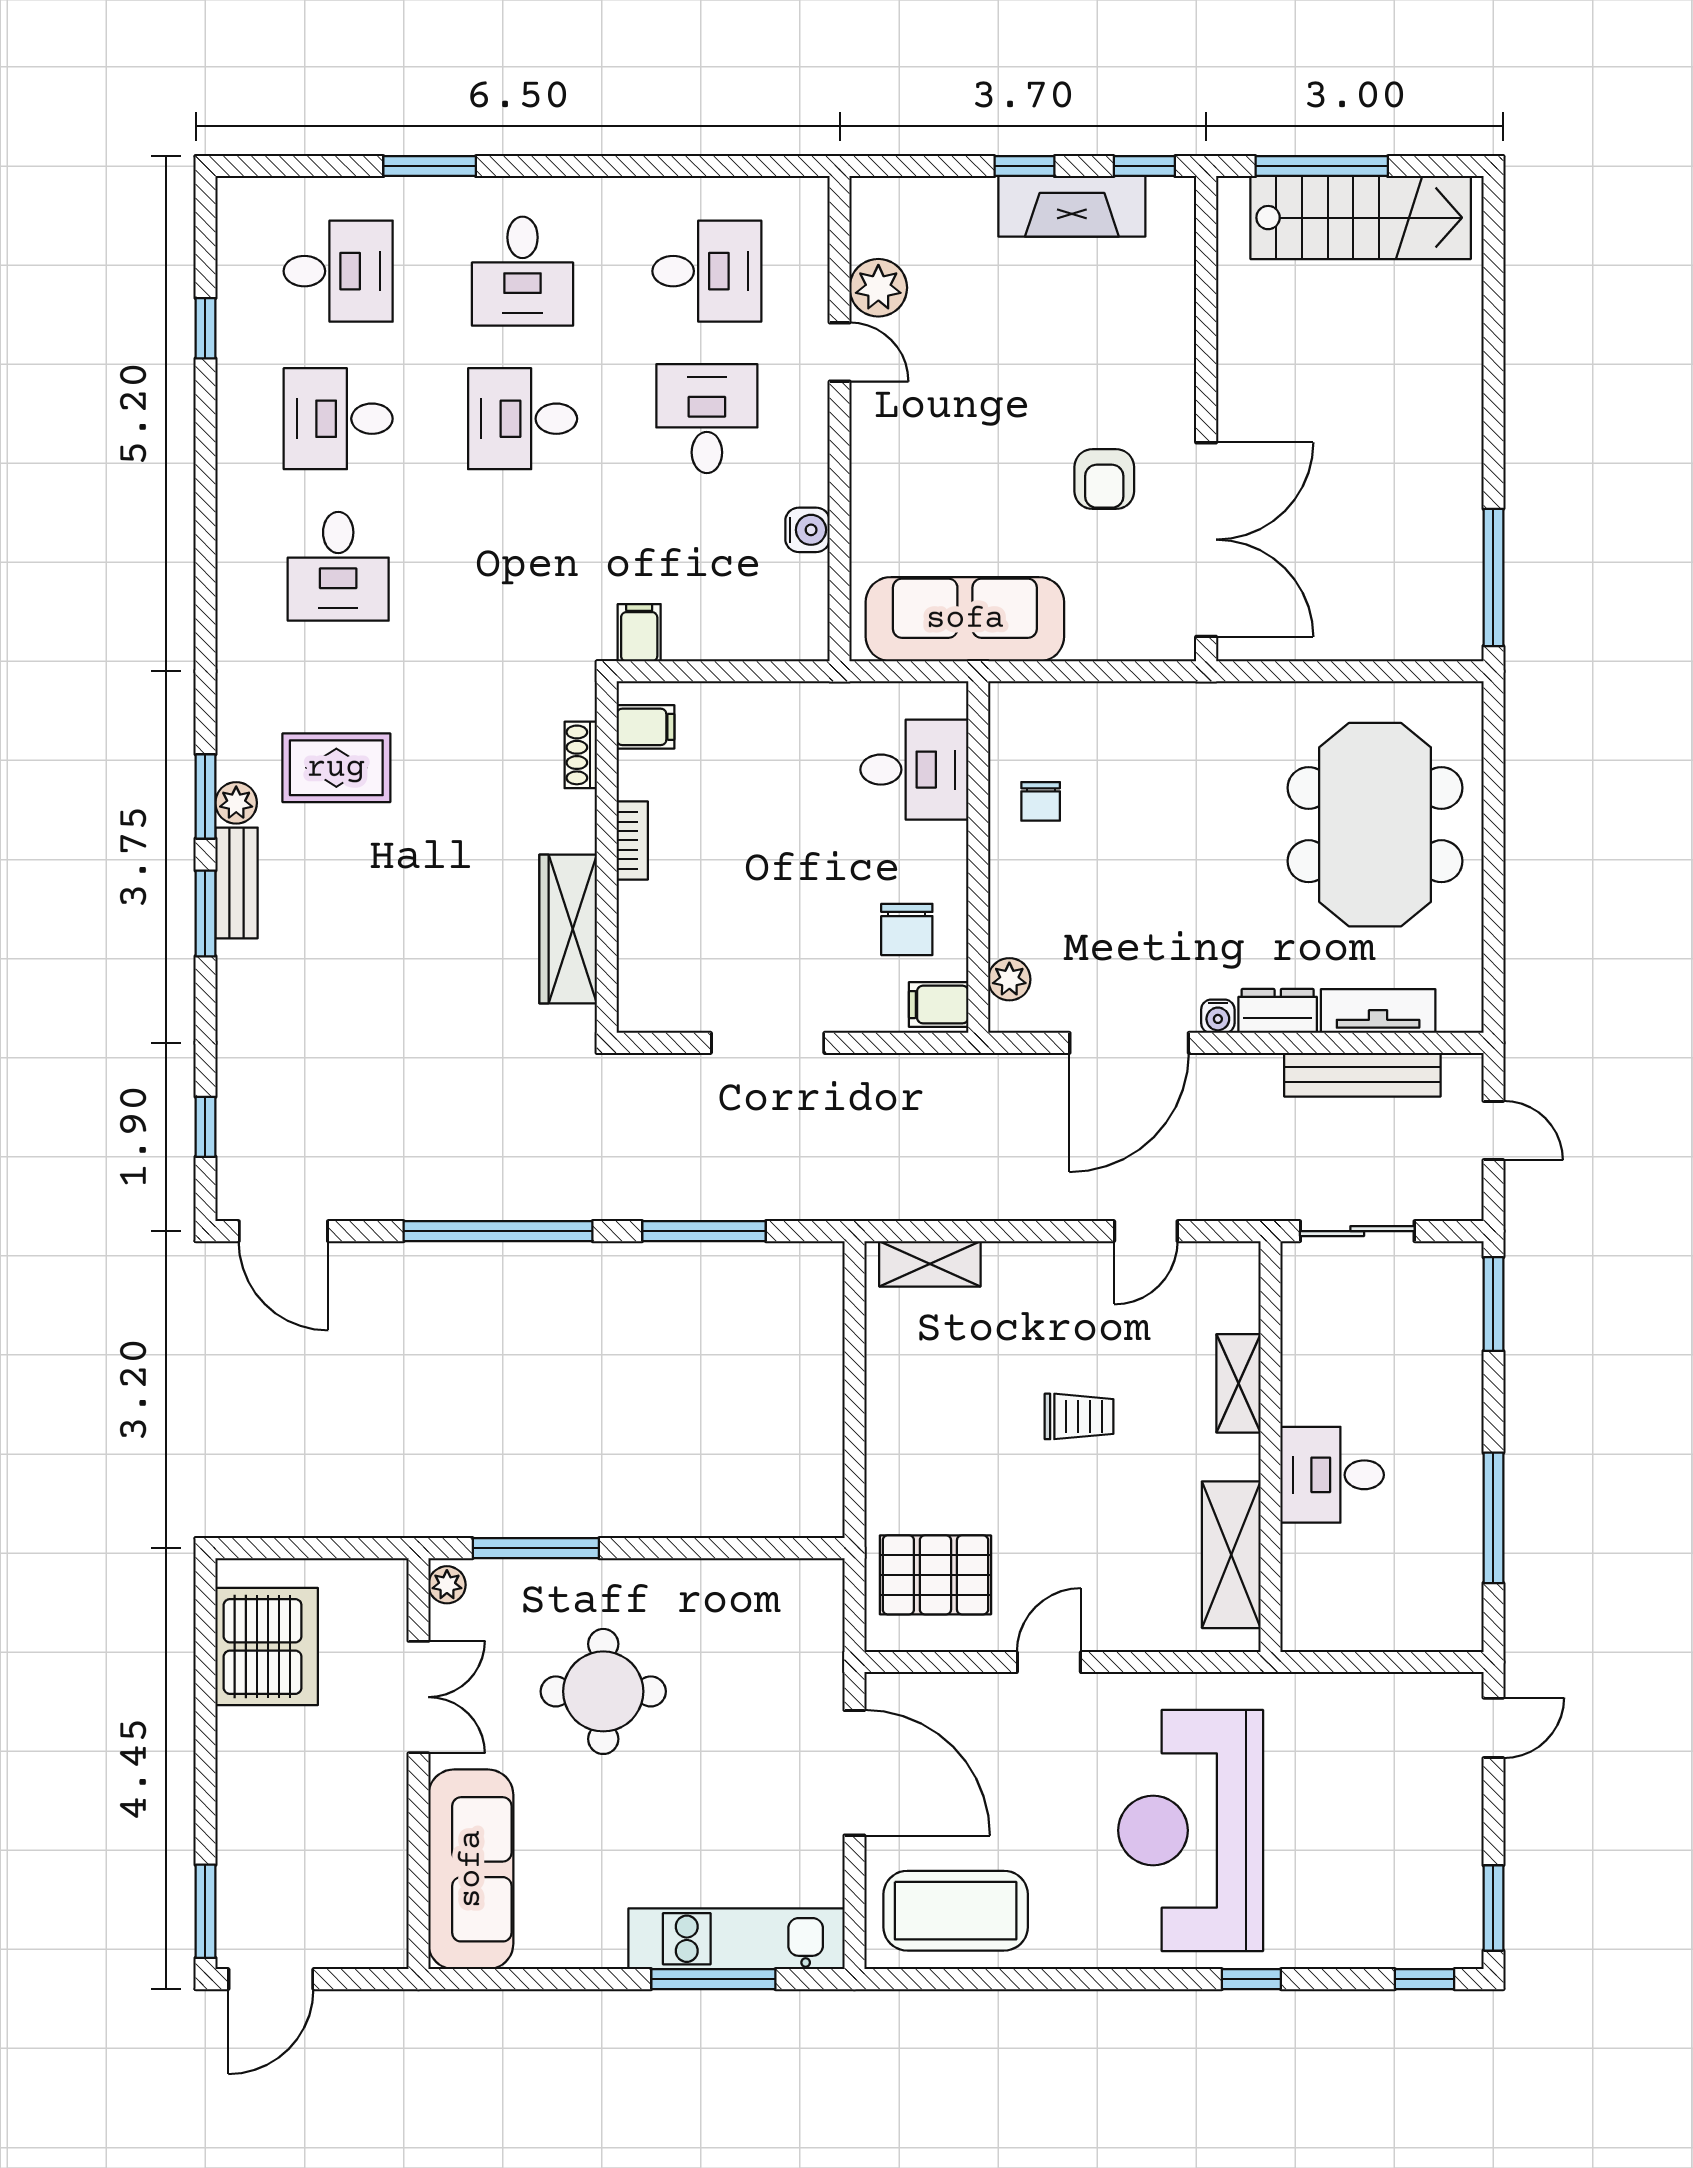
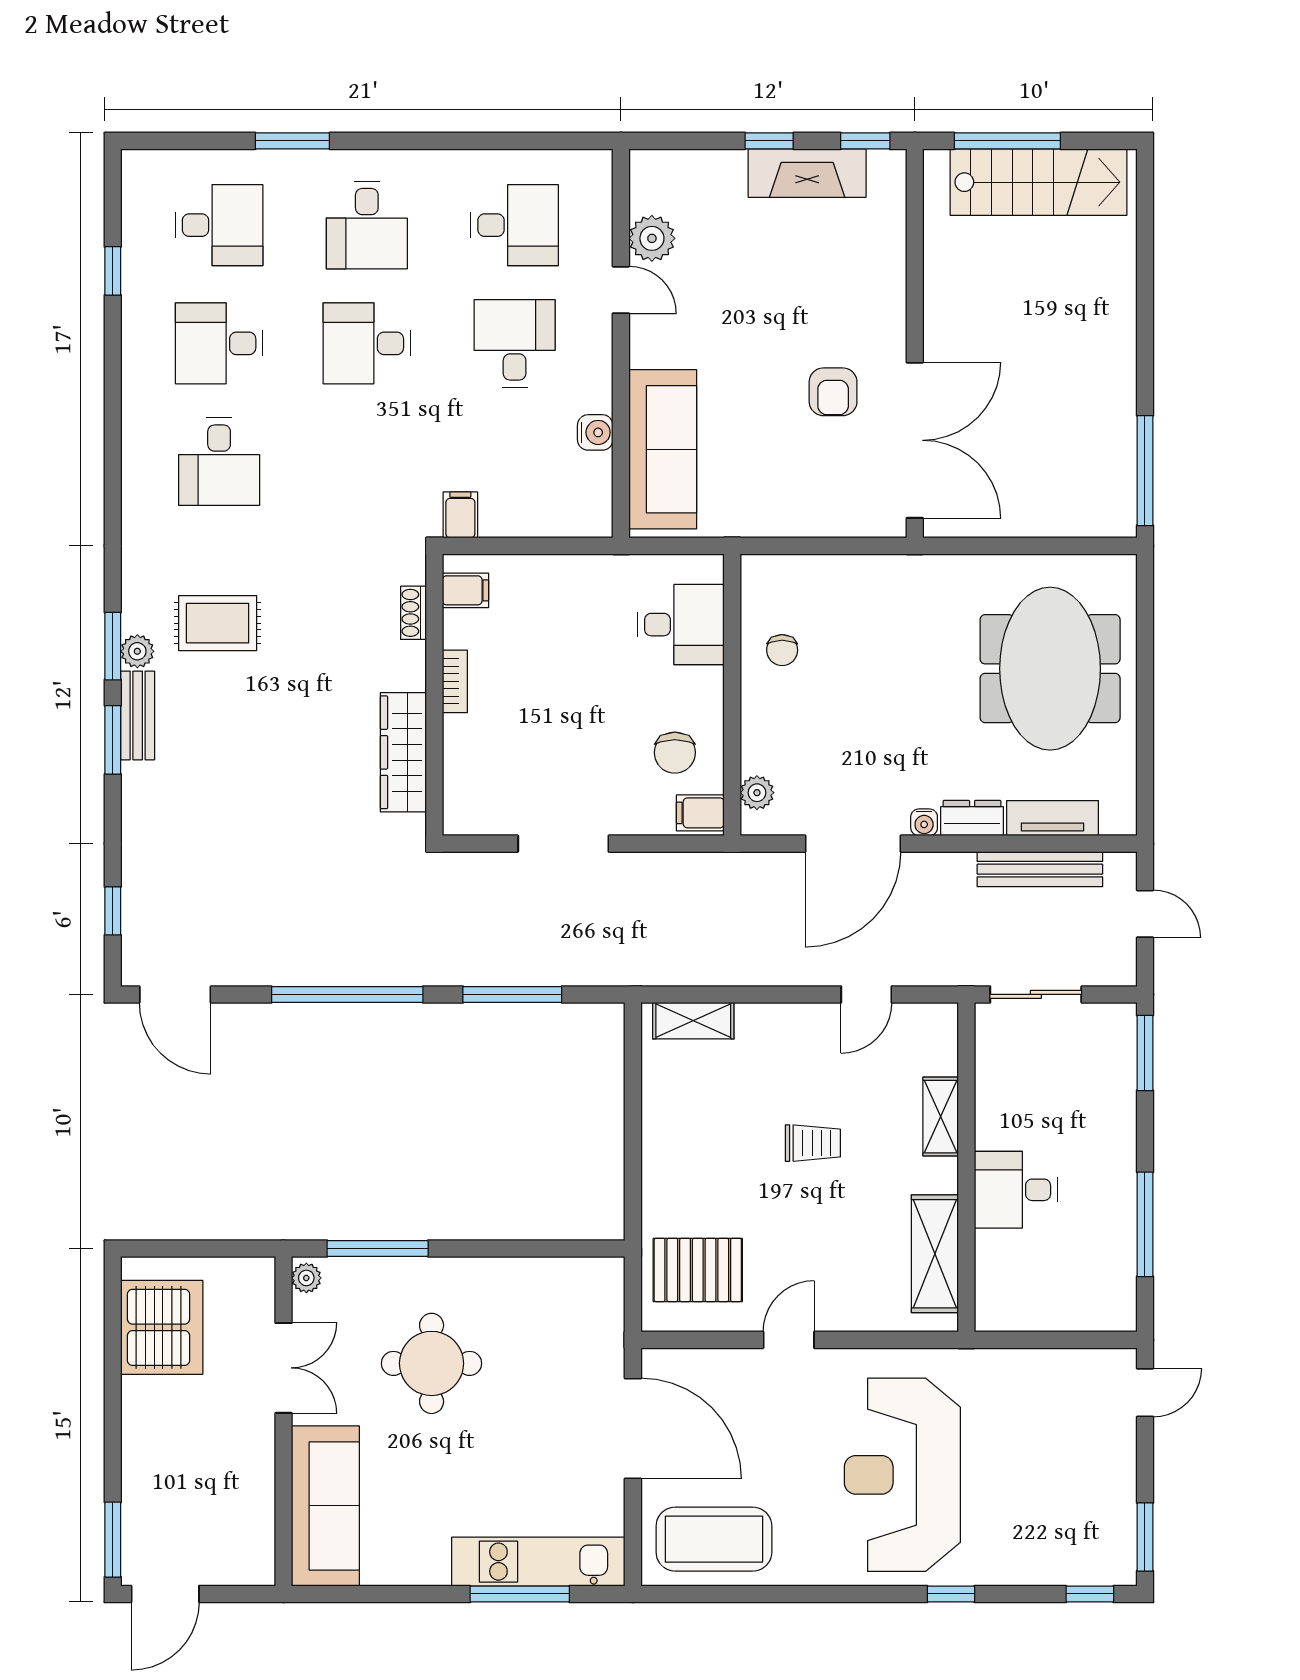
sofa: (965, 619) -> (663, 449), moved, turned 90

